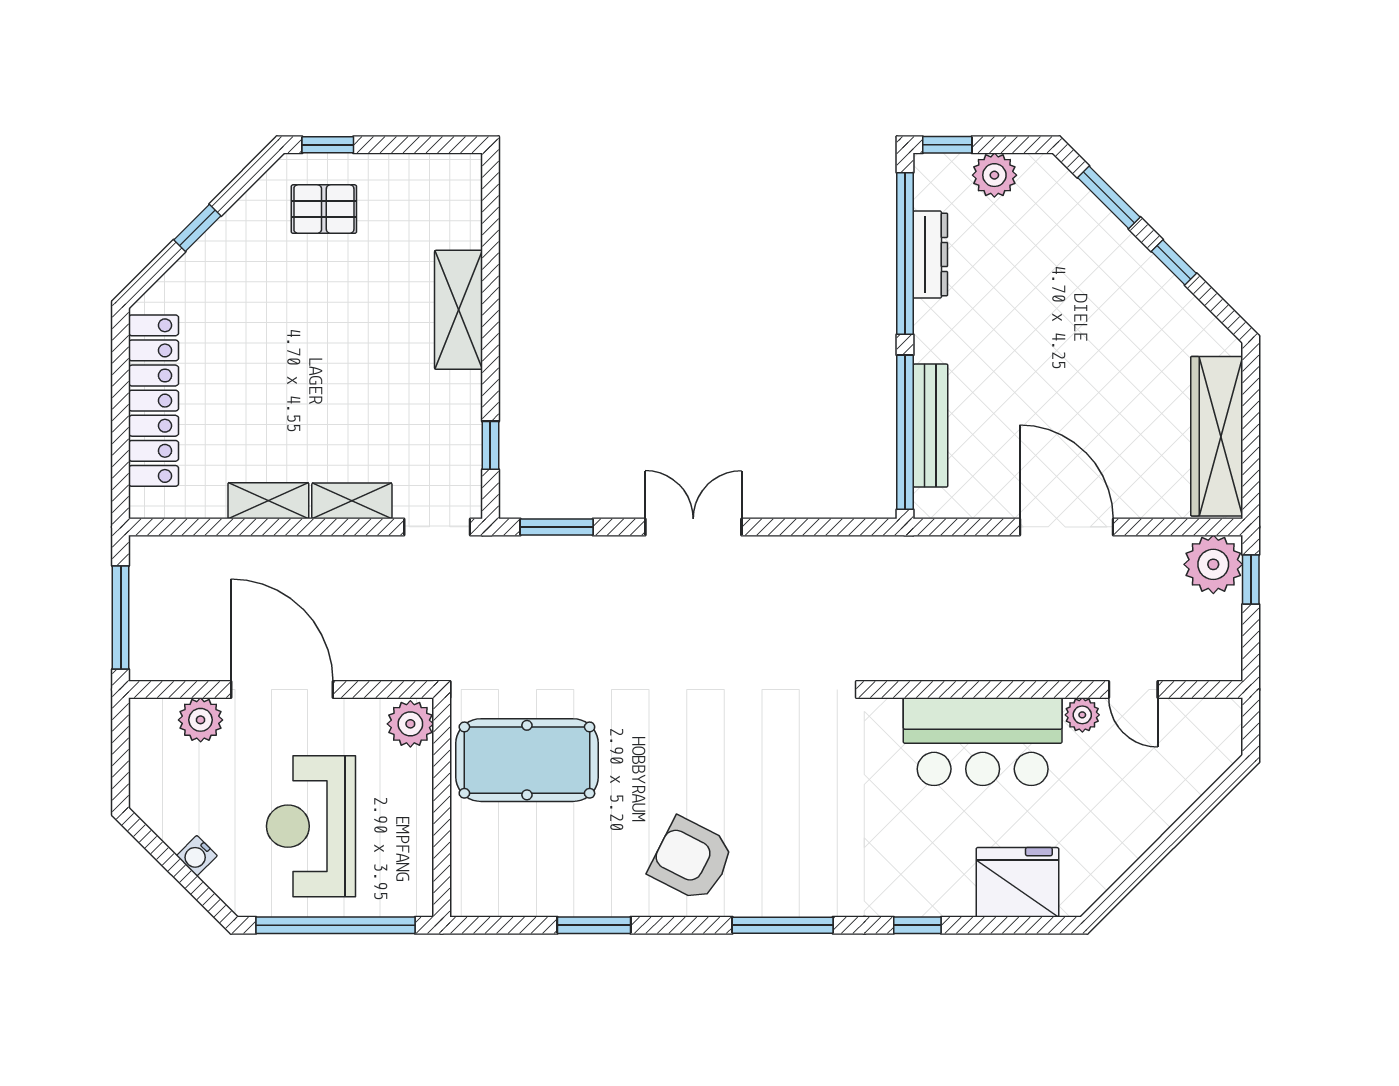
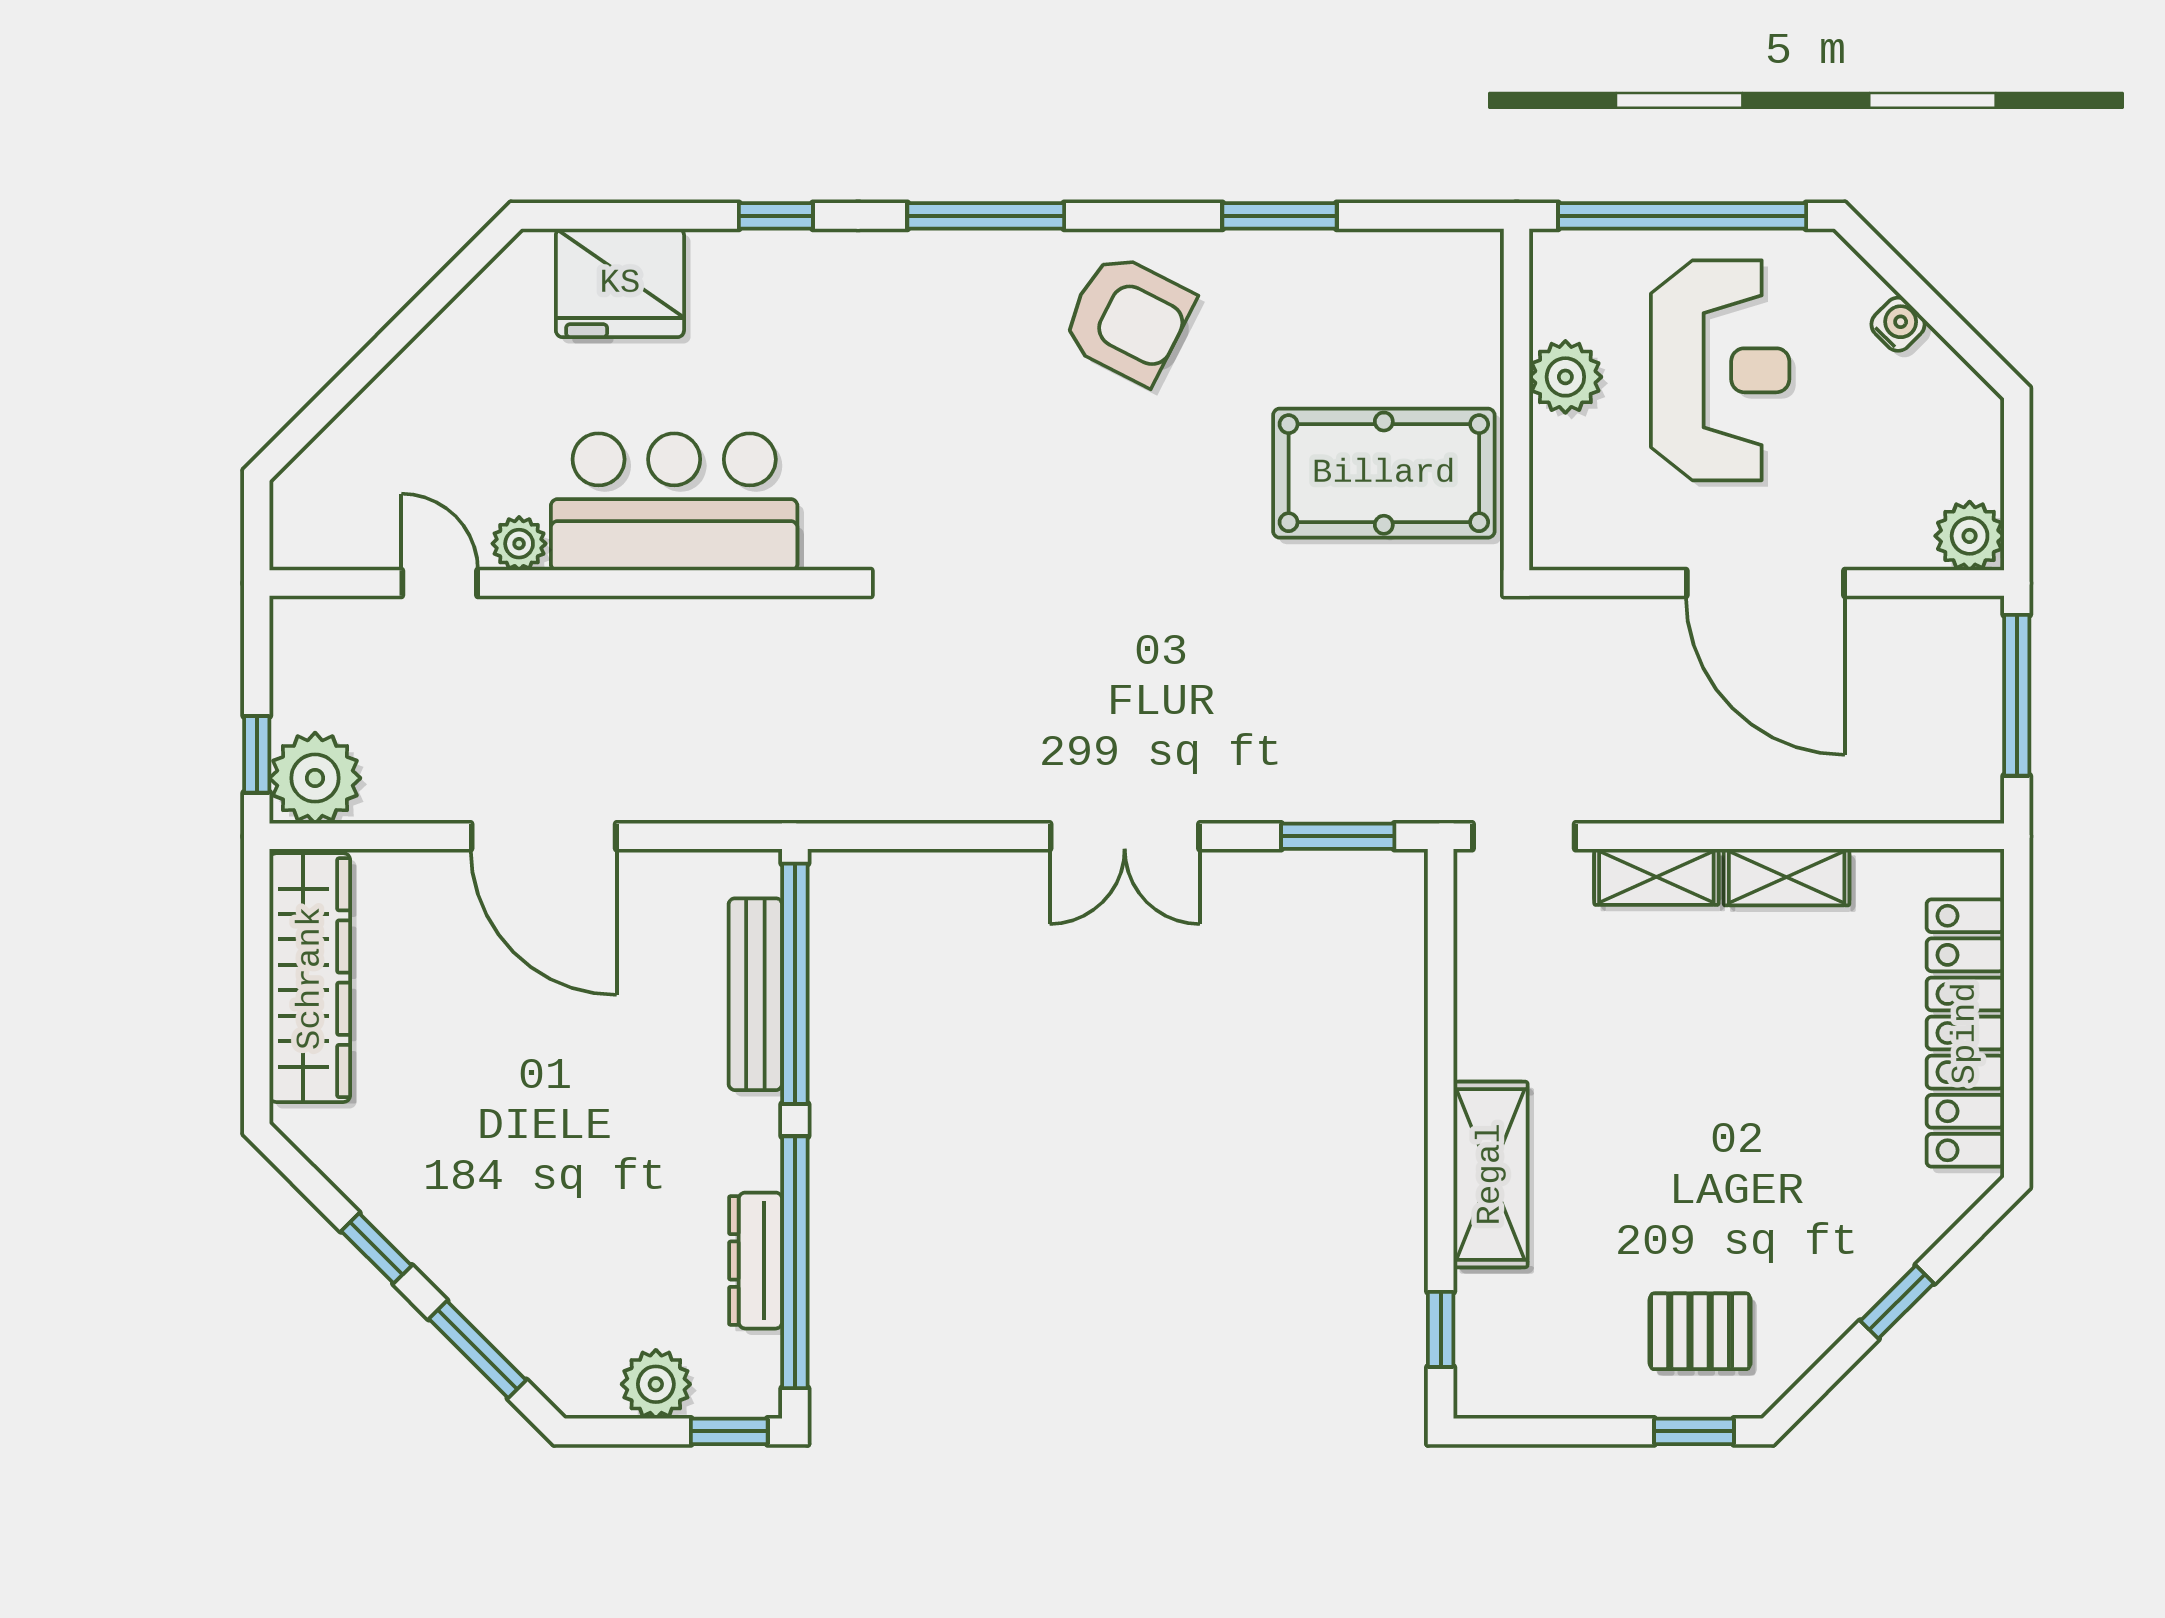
window: (490, 445) -> (1441, 1329), moved
plant: (201, 720) -> (1970, 536), moved
plant: (410, 724) -> (1565, 377), moved

